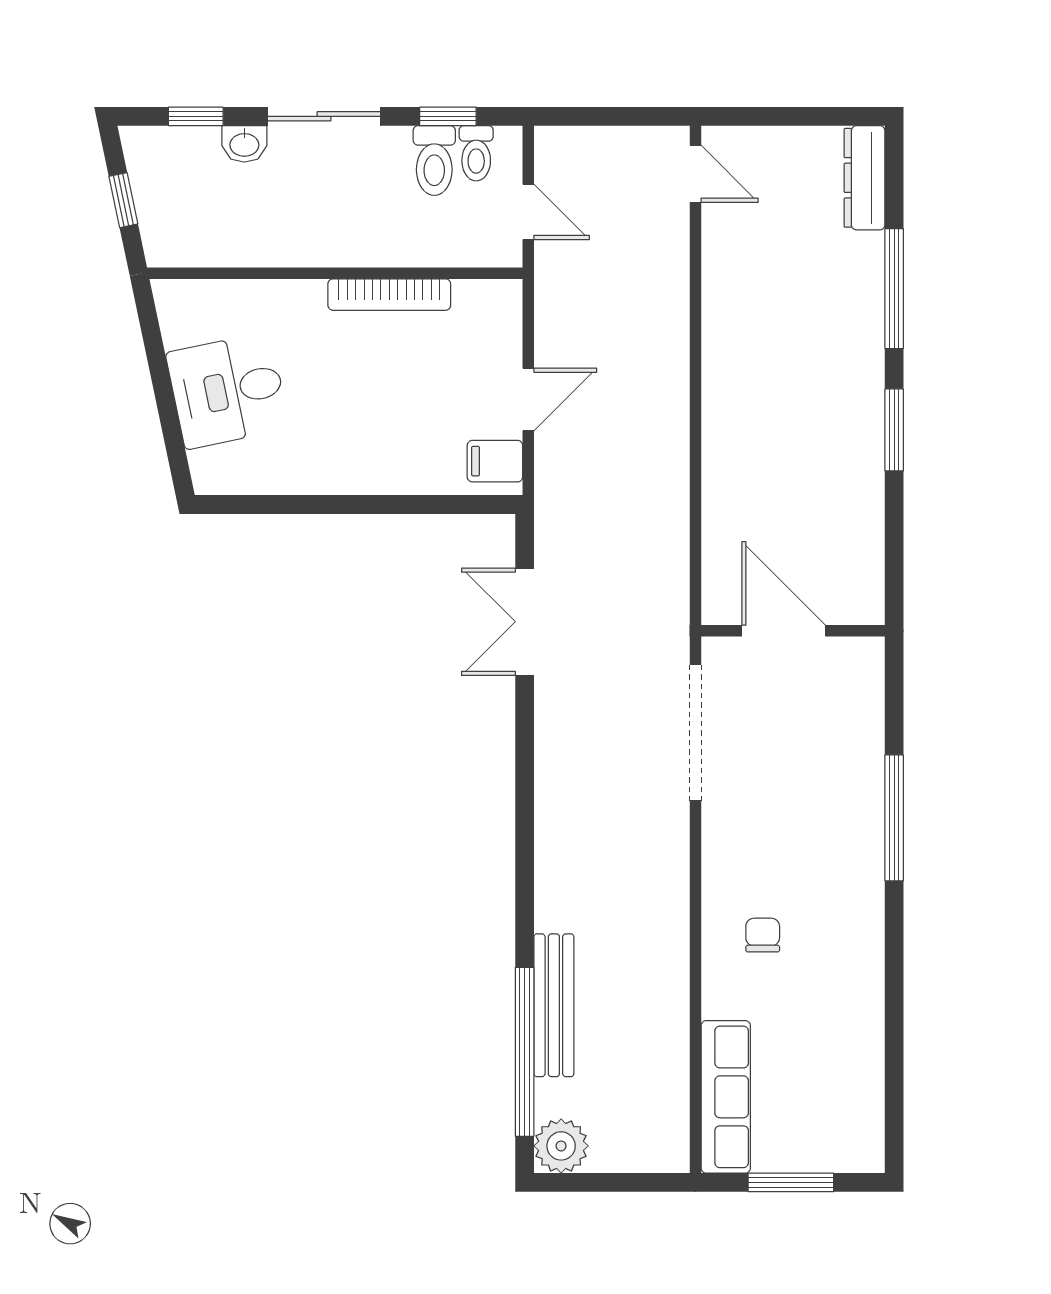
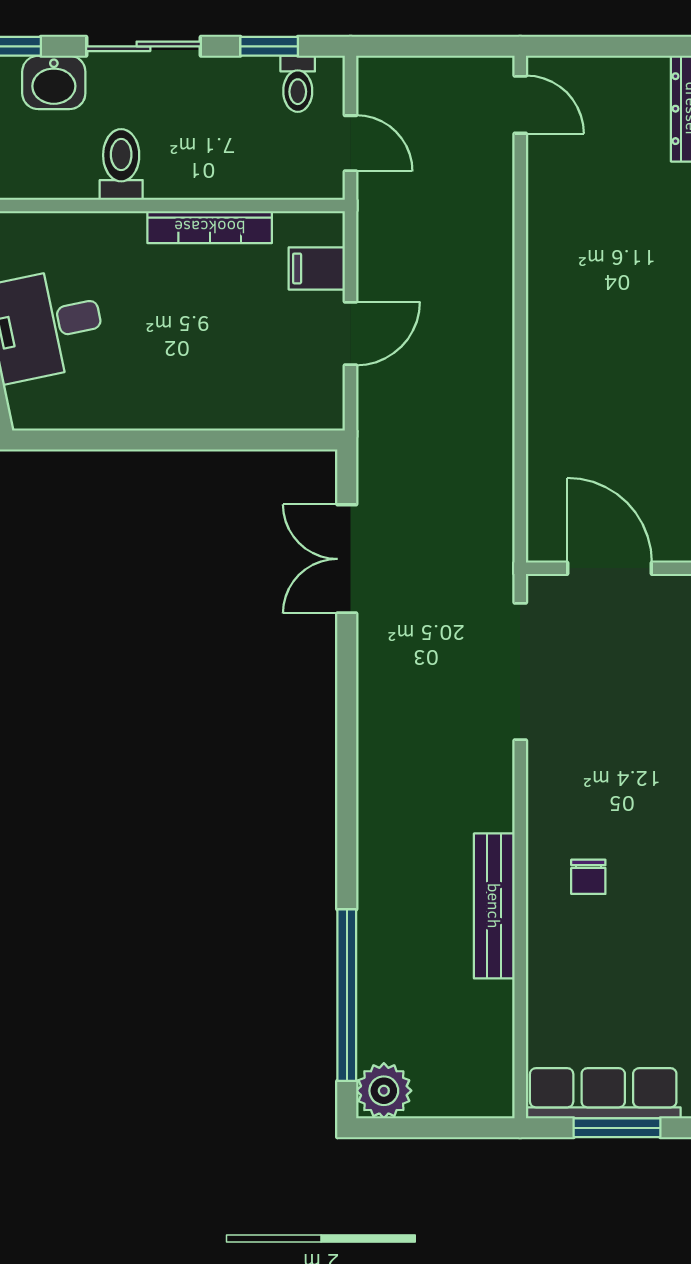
washbasin: (244, 144) -> (54, 82), width x1.38, depth x1.45
toilet: (434, 161) -> (121, 164), moved, turned 180
filing cabinet: (495, 461) -> (317, 268), moved
chair: (763, 935) -> (588, 877), turned 180
bench: (554, 1005) -> (494, 906), moved
row of seats: (726, 1097) -> (603, 1093), moved, turned -90

